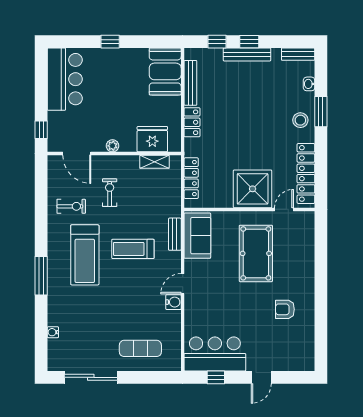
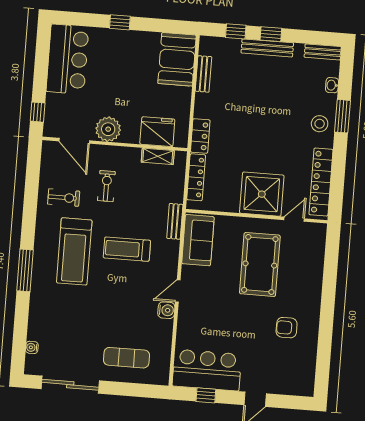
bench: (190, 83) -> (203, 74), width x0.73
locker: (192, 122) -> (200, 136), moved
plant: (112, 146) -> (108, 129), width x1.88, depth x1.88
bench: (175, 234) -> (175, 221), moved
water cooler: (53, 332) -> (32, 347), moved

